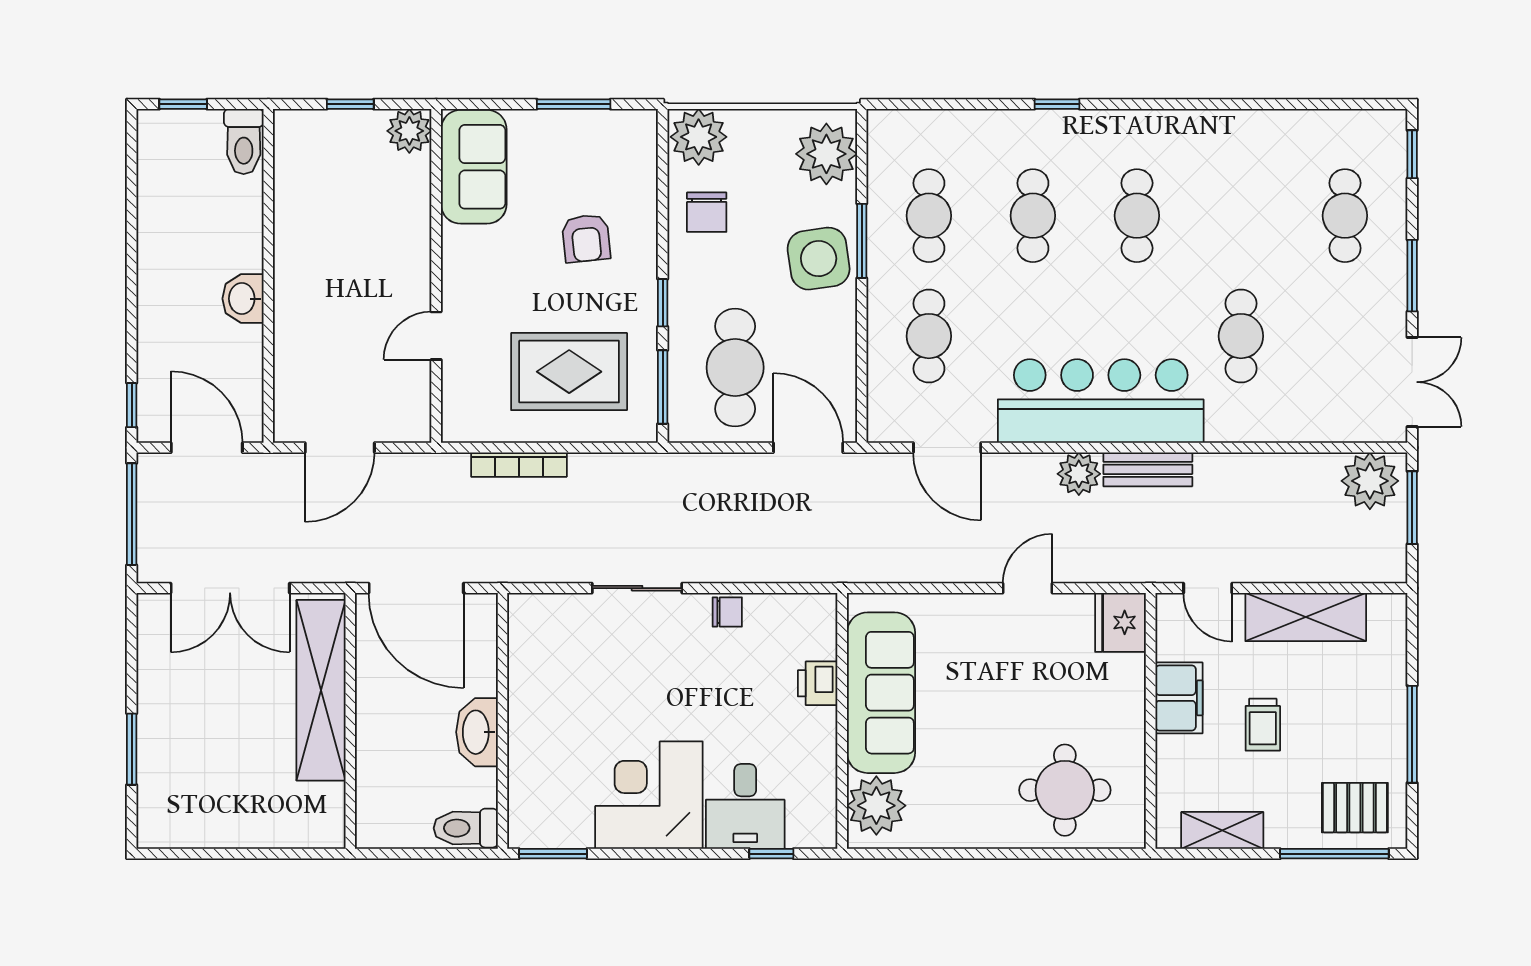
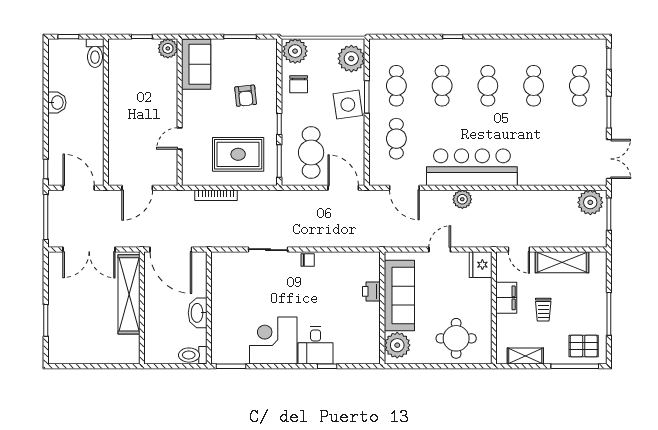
washbasin: (243, 299) -> (57, 103), moved, turned 180
cafe table: (1241, 336) -> (534, 86), moved
bench: (1148, 469) -> (493, 197), removed
printer: (818, 683) -> (371, 291), moved
sofa: (881, 693) -> (399, 296), moved
wall: (842, 721) -> (382, 308), moved
plant: (876, 806) -> (397, 345), moved

